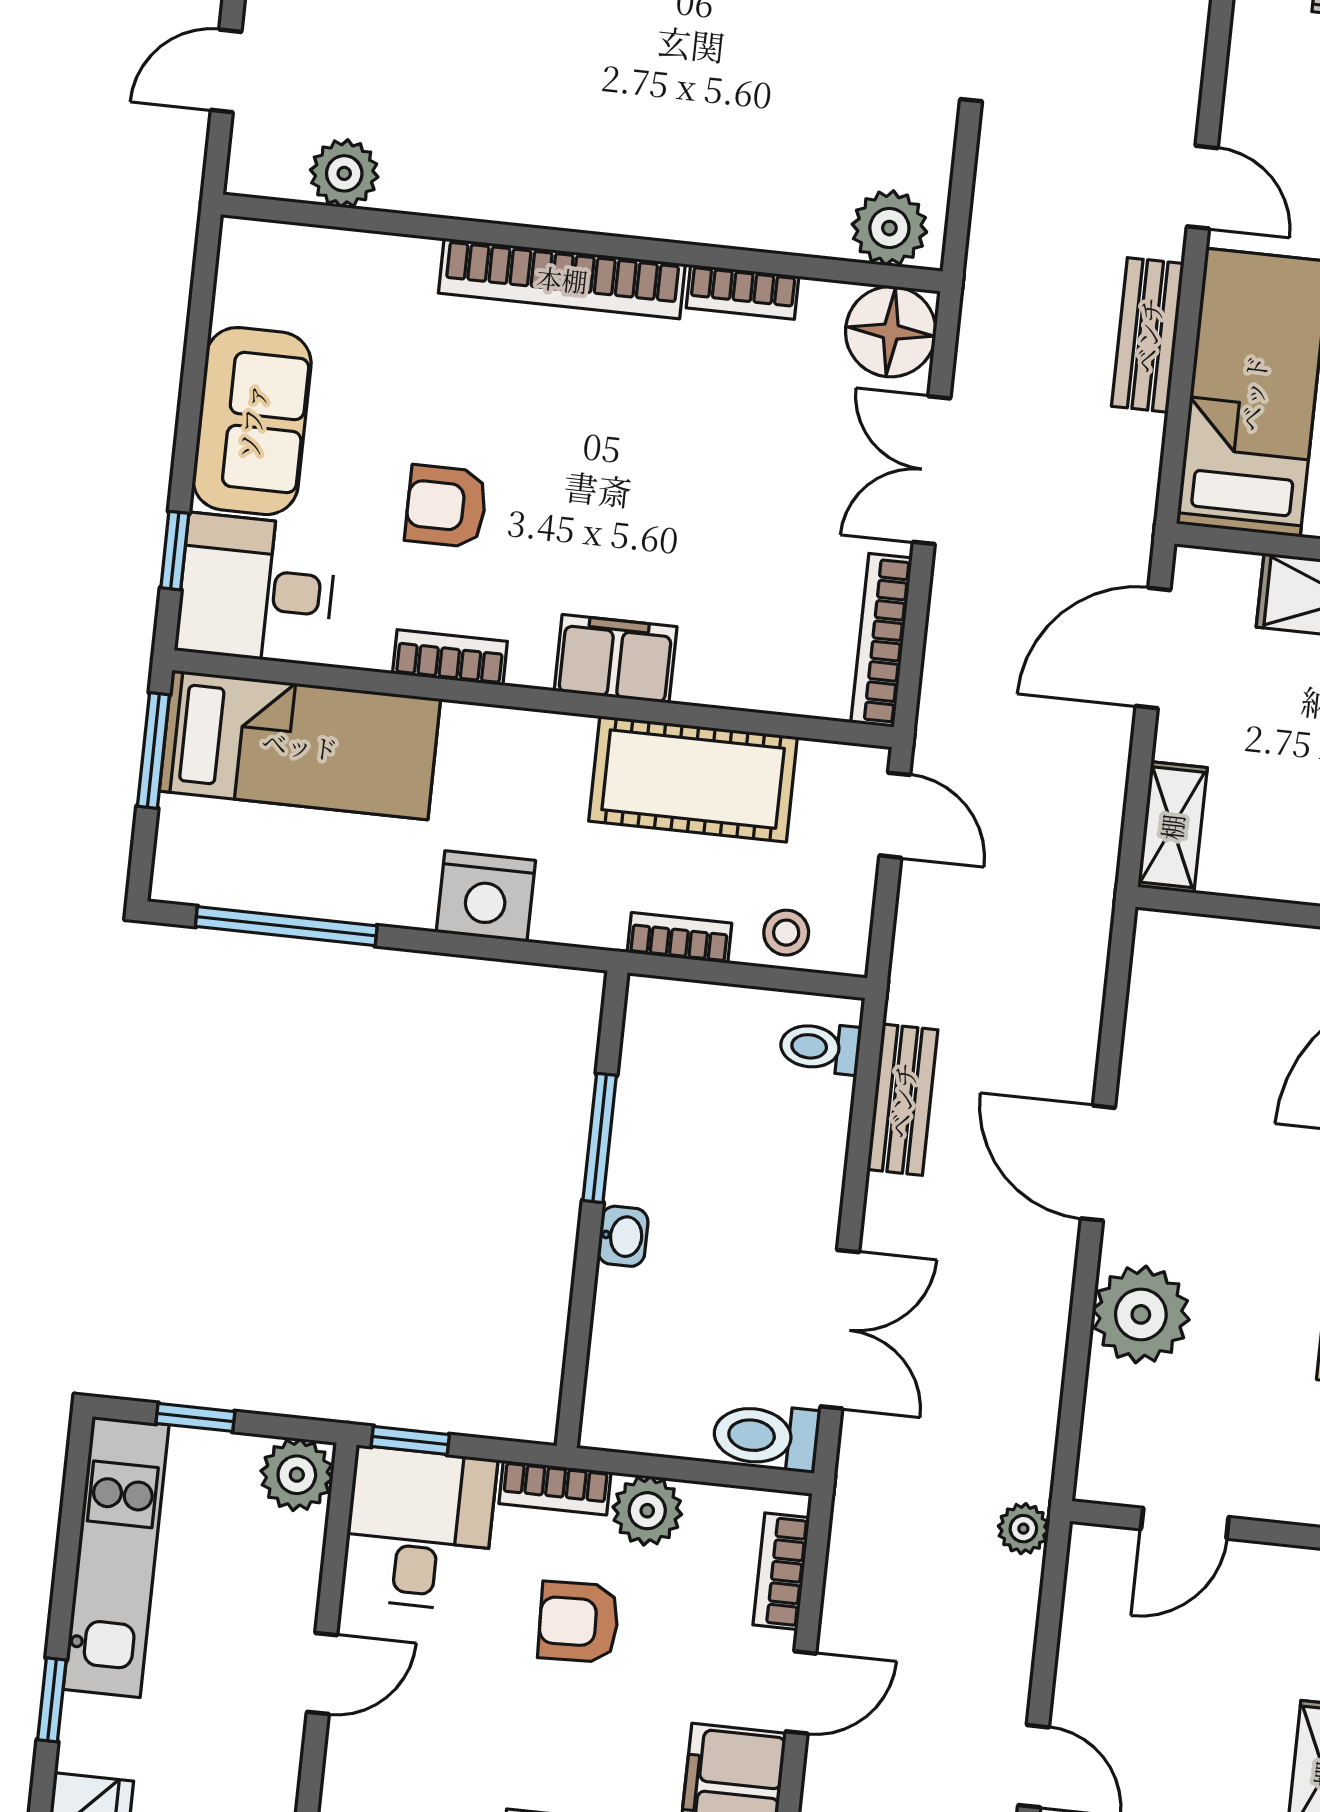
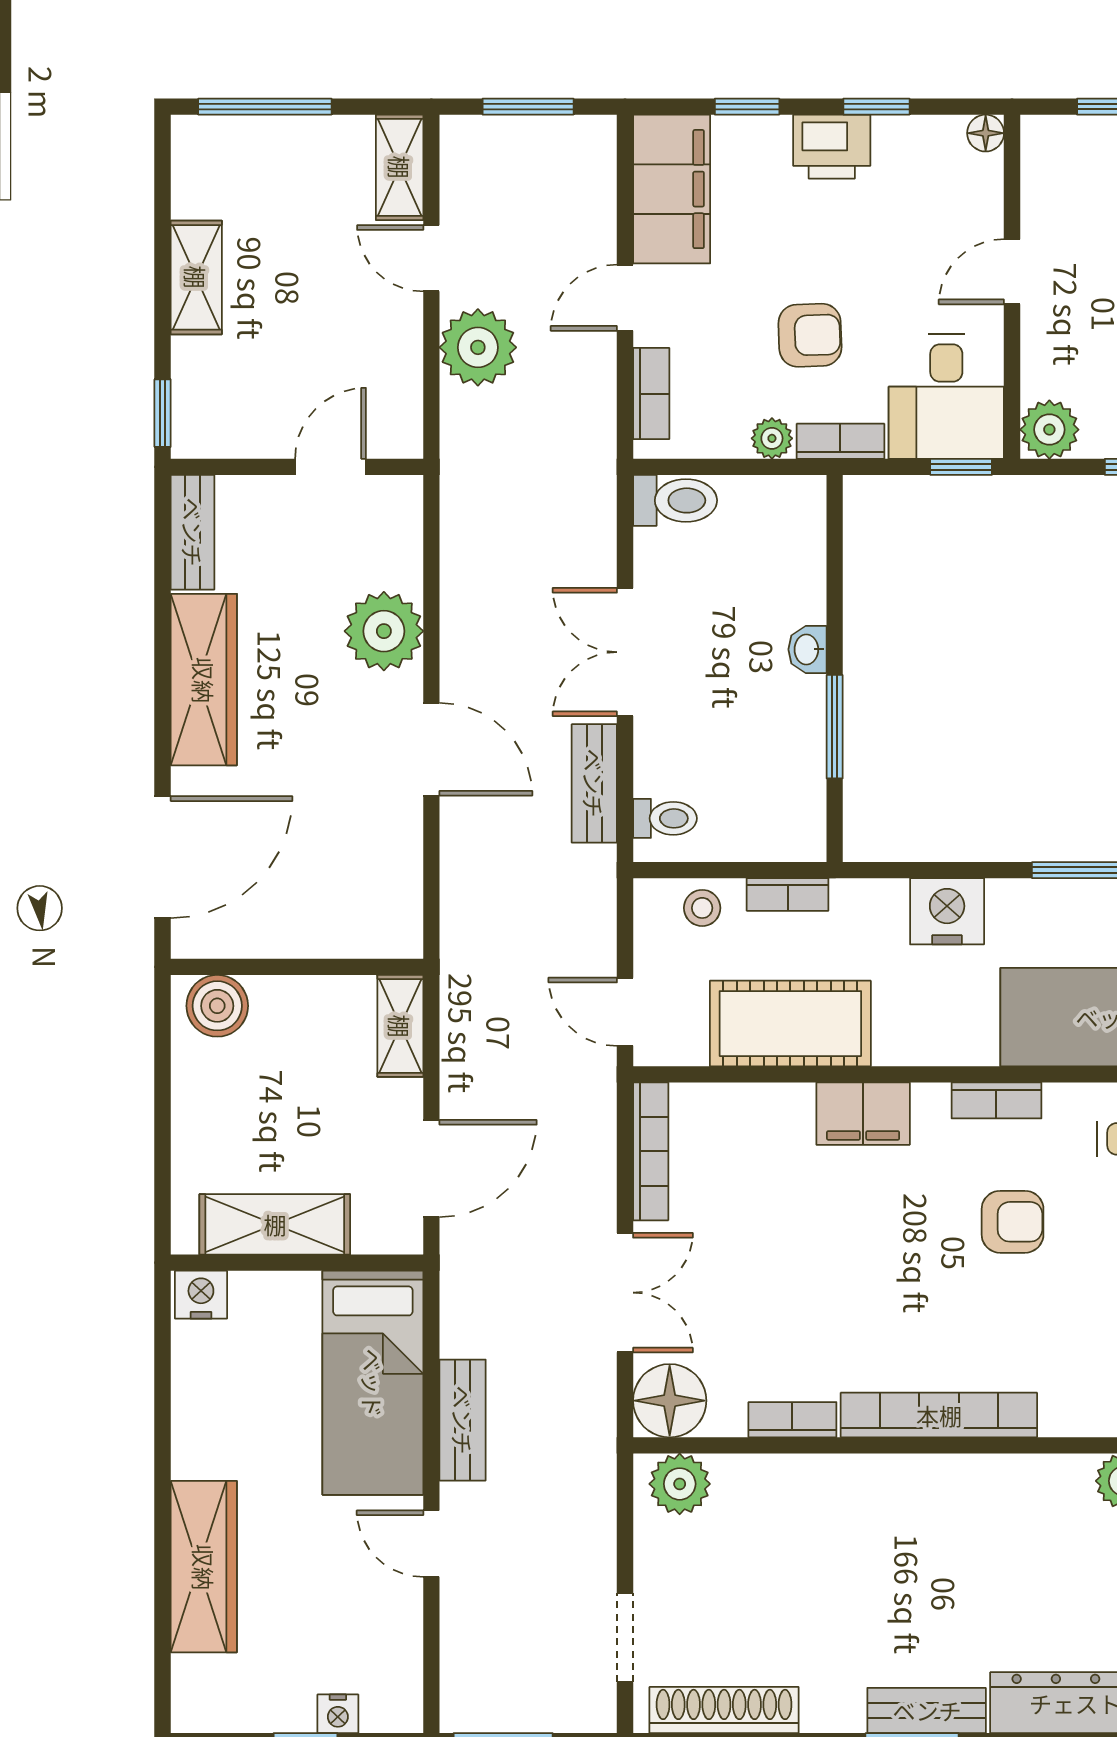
double door: (840, 1329) -> (625, 652), moved
plant: (647, 1511) -> (772, 438), width x0.73, depth x0.73
plant: (1023, 1529) -> (478, 347), moved, width x1.87, depth x1.87

